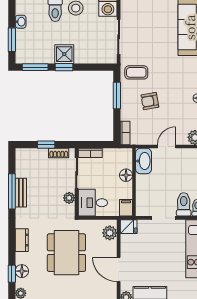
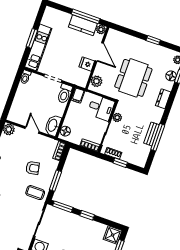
shower: (64, 54) -> (113, 235), moved
window: (35, 67) -> (63, 207), moved
door: (167, 146) -> (32, 130), swing flipped
floor lamp: (126, 175) -> (65, 131), moved
toilet: (184, 204) -> (65, 94), moved
fridge: (129, 227) -> (87, 64), moved

